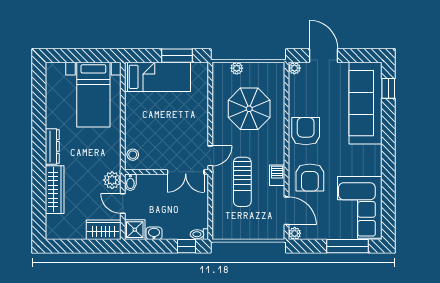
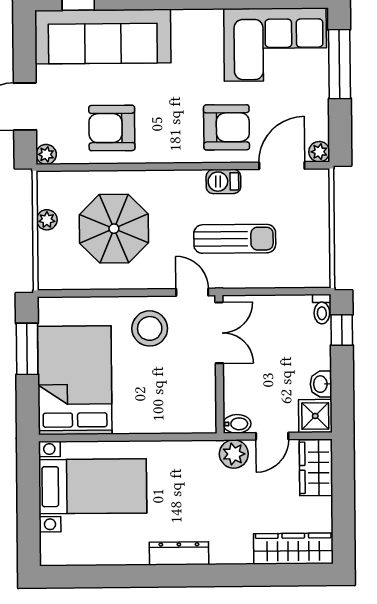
plant: (237, 68) -> (47, 220), moved
bed: (158, 77) -> (75, 380), width x1.50
armchair: (306, 131) -> (112, 128), moved
stool: (133, 155) -> (150, 328), moved, width x1.89, depth x1.89
wardrobe: (55, 190) -> (293, 549), moved

